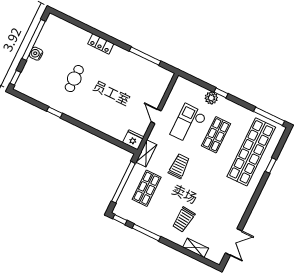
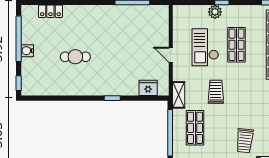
locker: (101, 44) -> (50, 11), moved
cafe table: (74, 79) -> (75, 57), turned 90
window: (55, 112) -> (112, 98), moved
fridge: (133, 140) -> (148, 88), moved

